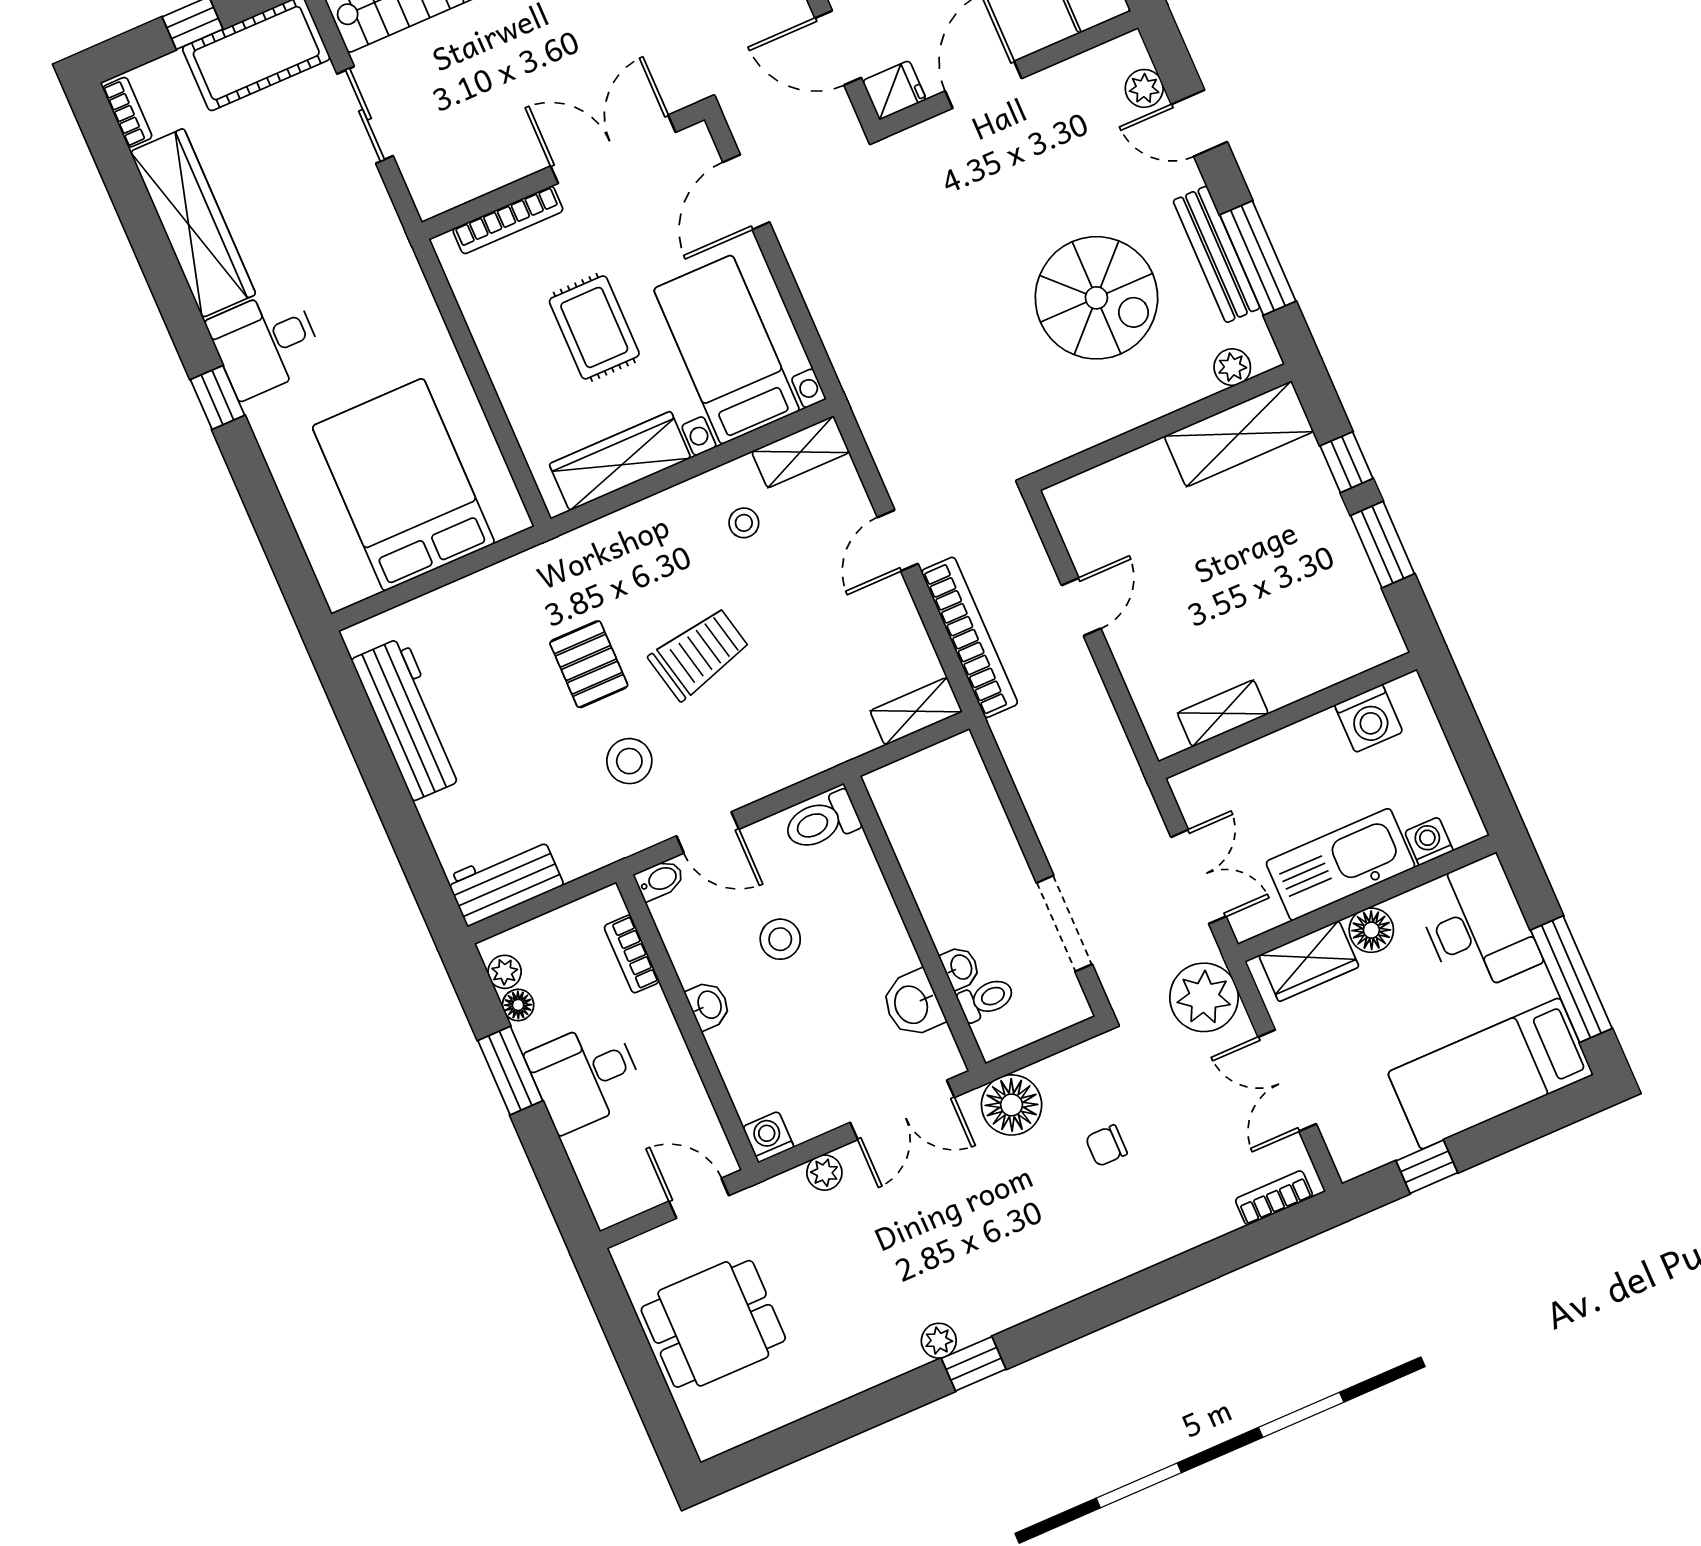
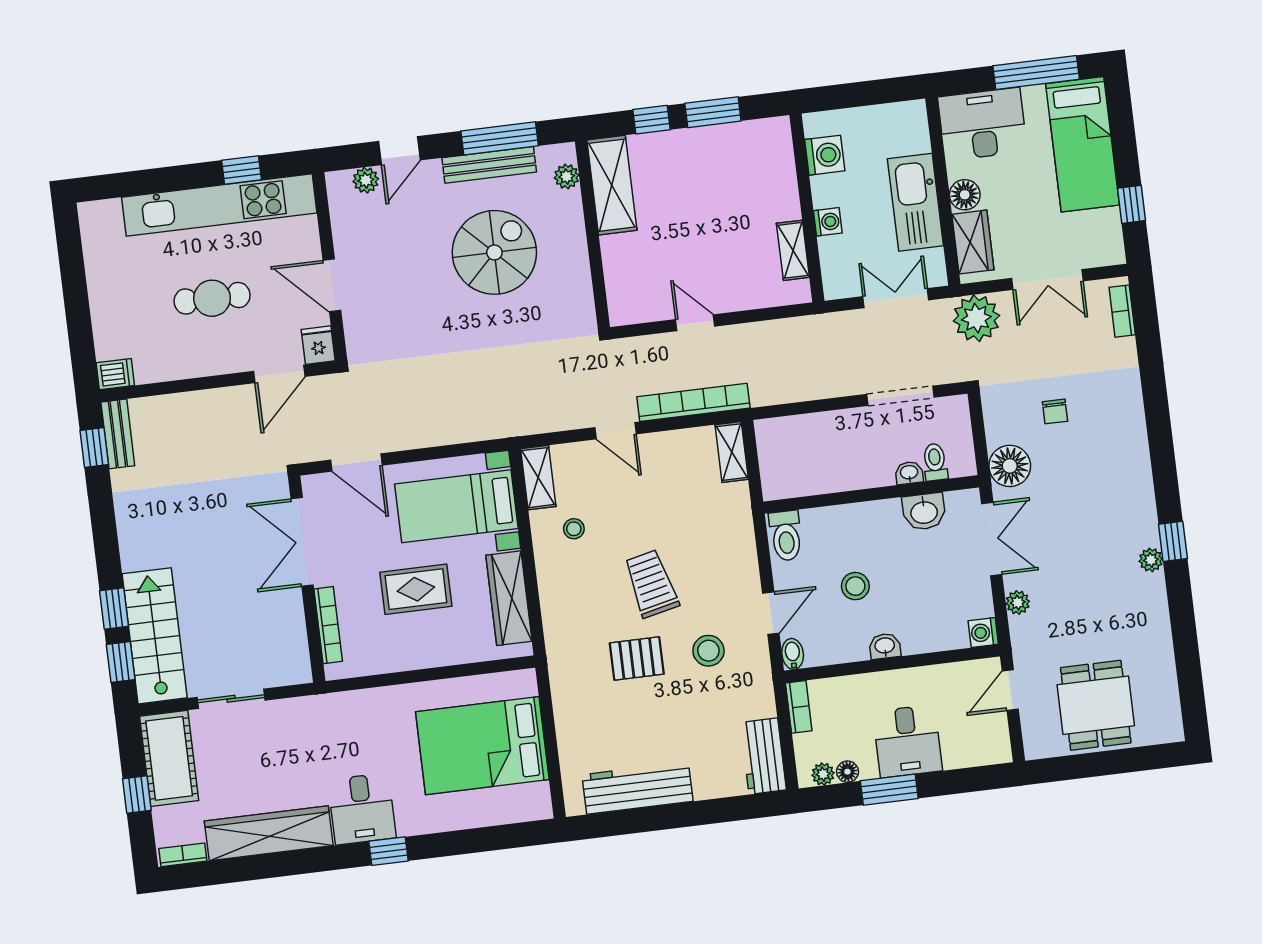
washing machine: (1429, 841) -> (828, 222), moved, turned 180
bookcase: (632, 954) -> (799, 707), moved, turned -90

